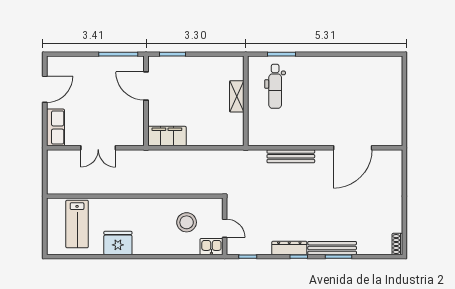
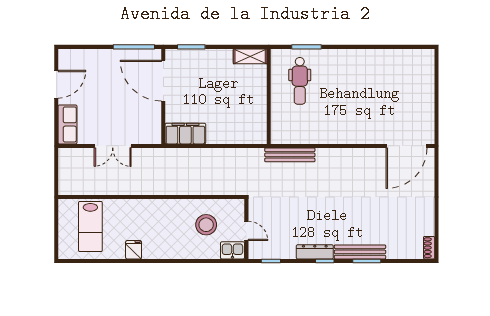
door: (146, 86) -> (163, 81), width x1.36
shelving: (237, 96) -> (250, 56), moved, turned 90
door: (353, 148) -> (406, 146), moved
bench: (291, 156) -> (290, 155), moved
fridge: (118, 243) -> (134, 250), width x0.53, depth x0.75

